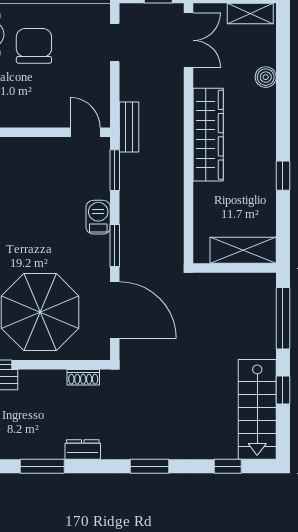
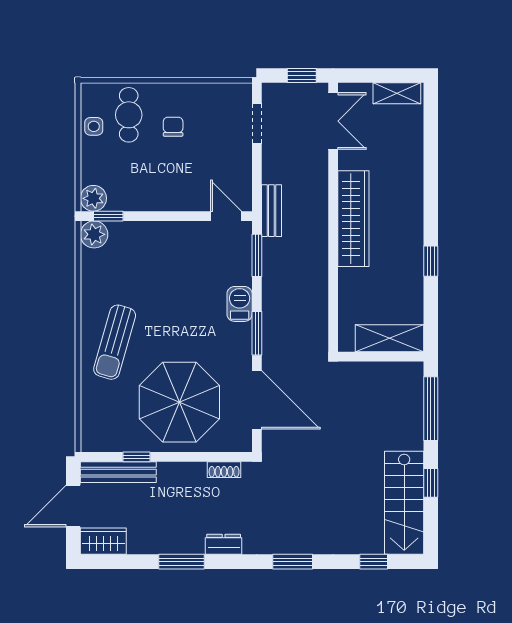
chair: (34, 46) -> (173, 127), width x0.54, depth x0.54
boiler: (266, 77) -> (413, 159), removed

